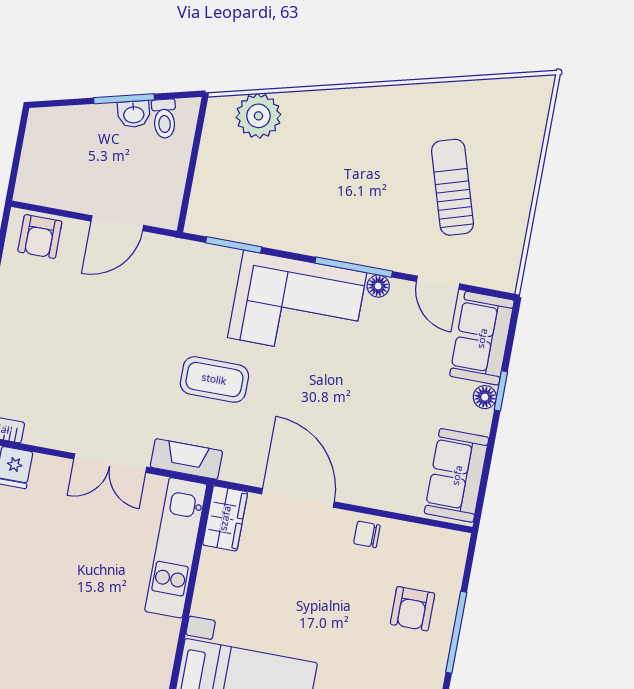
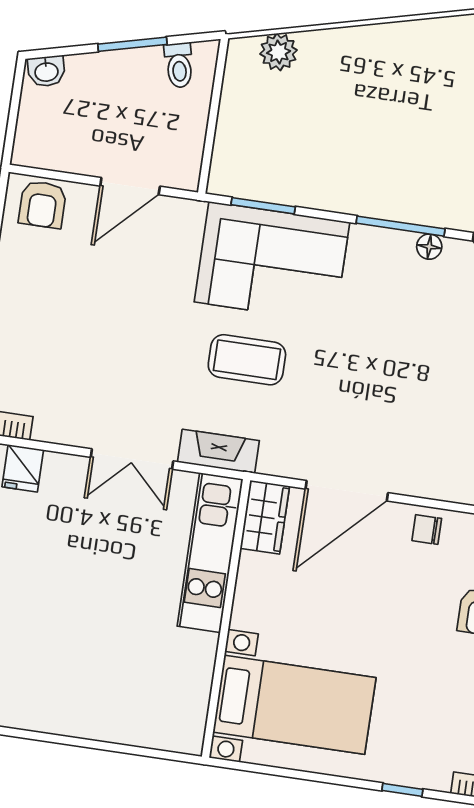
washbasin: (134, 114) -> (46, 71), moved
plant: (258, 116) -> (279, 52), width x0.73, depth x0.73
corner sofa: (297, 305) -> (272, 262), moved
door: (298, 498) -> (347, 491), swing flipped

